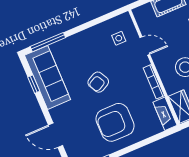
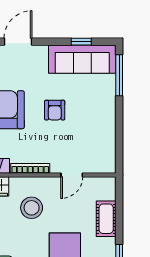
side table: (119, 38) -> (92, 151), removed
armchair: (98, 82) -> (55, 110), turned -152

